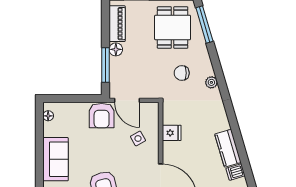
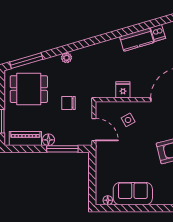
chair: (182, 73) -> (69, 103), moved, turned 90
plant: (211, 82) -> (66, 58), moved
door: (127, 100) -> (94, 130), hinge flipped
armchair: (102, 116) -> (108, 152), removed
sofa: (56, 159) -> (133, 194), moved

